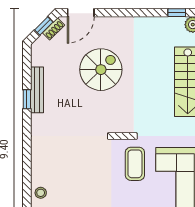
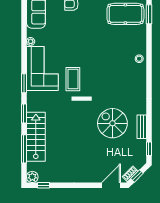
spiral stairs: (101, 70) -> (112, 123), moved, turned 90
bench: (37, 90) -> (142, 127), width x0.73
window: (27, 99) -> (149, 149), moved

